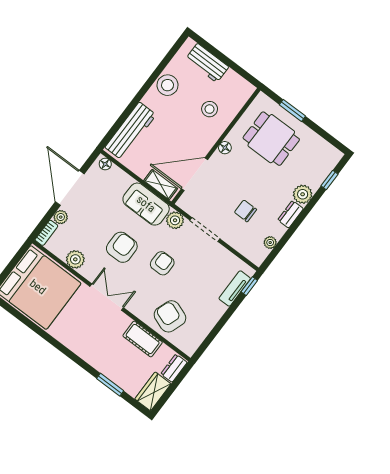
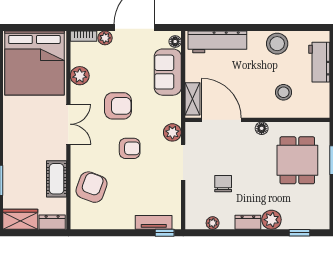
sofa: (146, 204) -> (168, 72), moved

